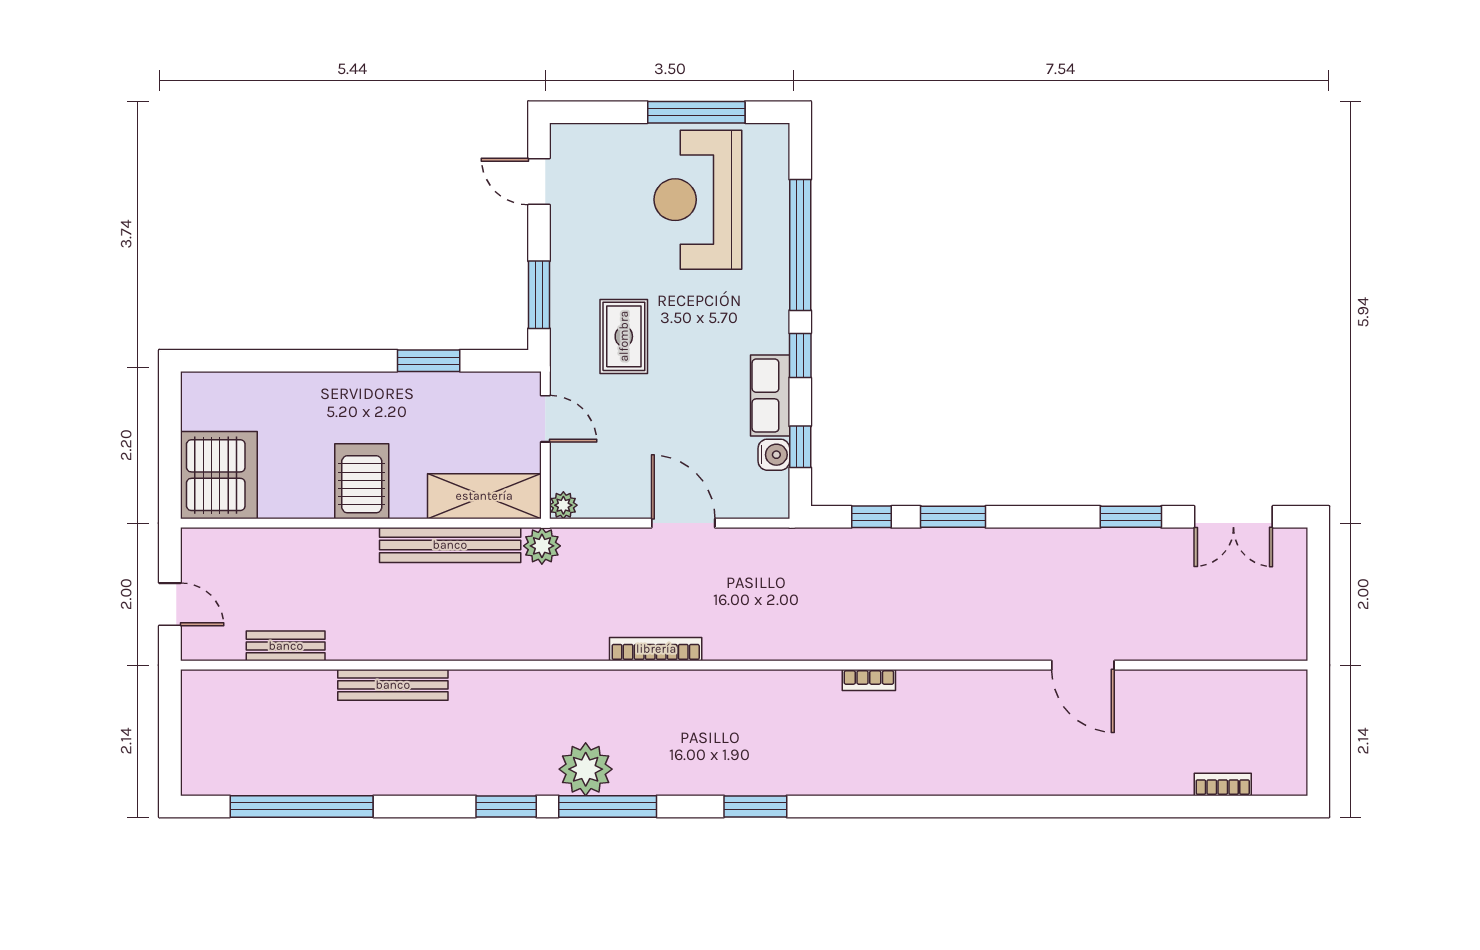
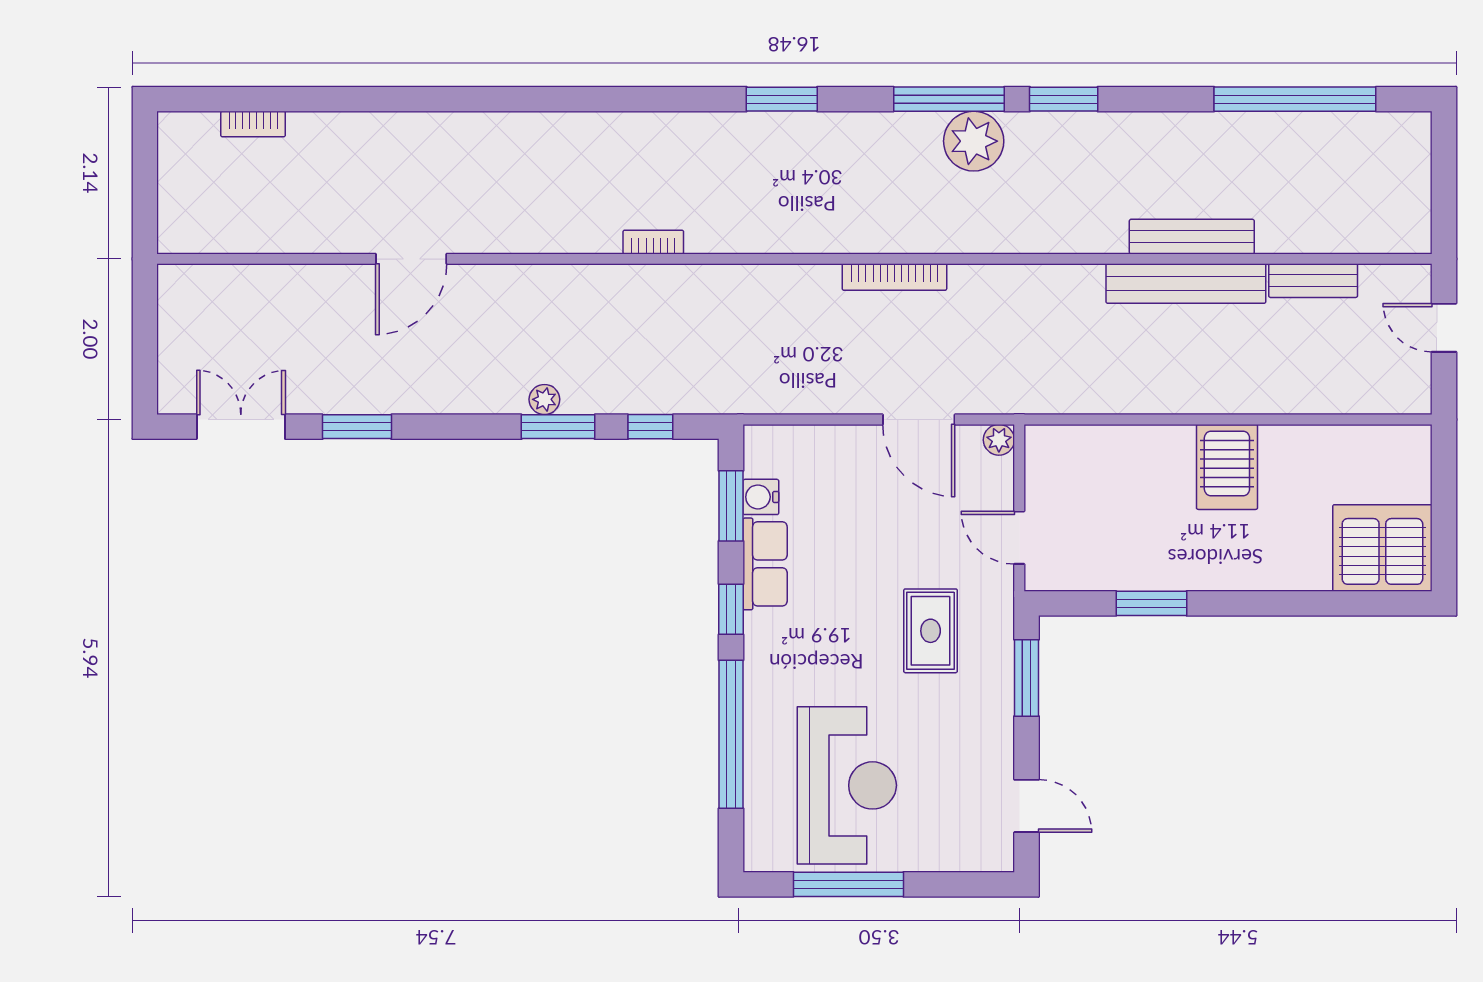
window: (800, 447) -> (731, 506), width x1.50
server rack: (219, 475) -> (1382, 548), moved, turned 90
shelving: (484, 496) -> (1088, 450), removed
door: (683, 523) -> (919, 419), moved
bench: (450, 545) -> (1186, 284), moved
plant: (542, 546) -> (544, 399), moved, width x0.73, depth x0.73
door: (1083, 665) -> (411, 259), swing flipped

